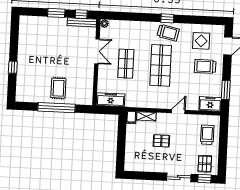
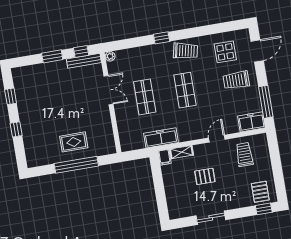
window: (167, 18) -> (162, 38), moved
window: (14, 39) -> (11, 96), added
shop shelf: (161, 65) -> (185, 90), width x0.70, depth x0.74
rug: (58, 88) -> (74, 142), turned 90
window: (226, 90) -> (266, 102), width x1.44
freezer: (111, 100) -> (161, 138), moved
trolley: (207, 135) -> (244, 155), moved
sliding door: (179, 177) -> (211, 218), moved

